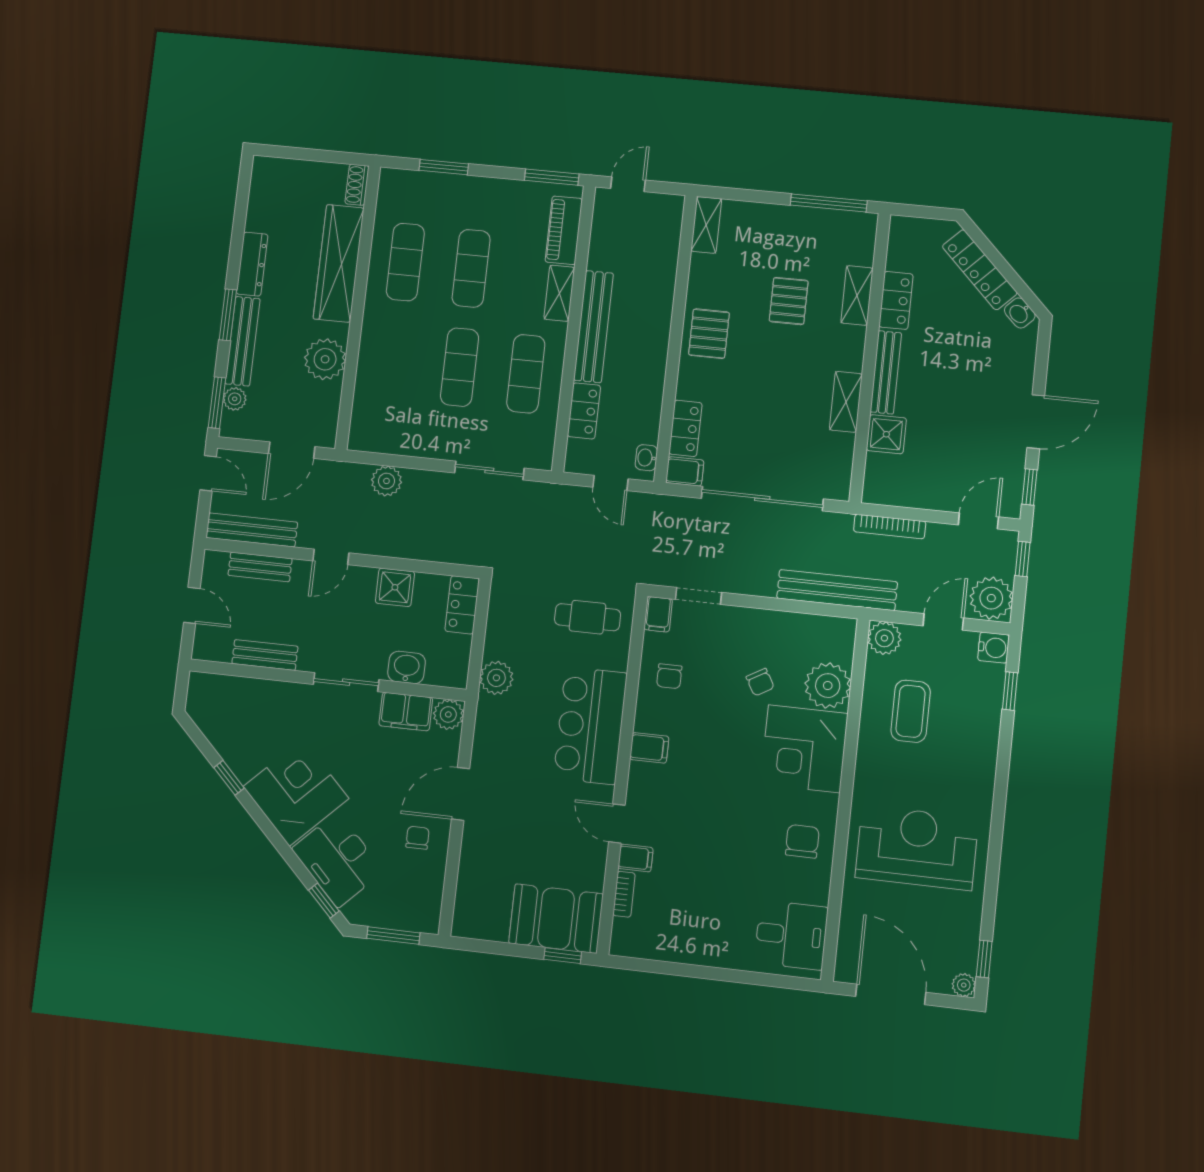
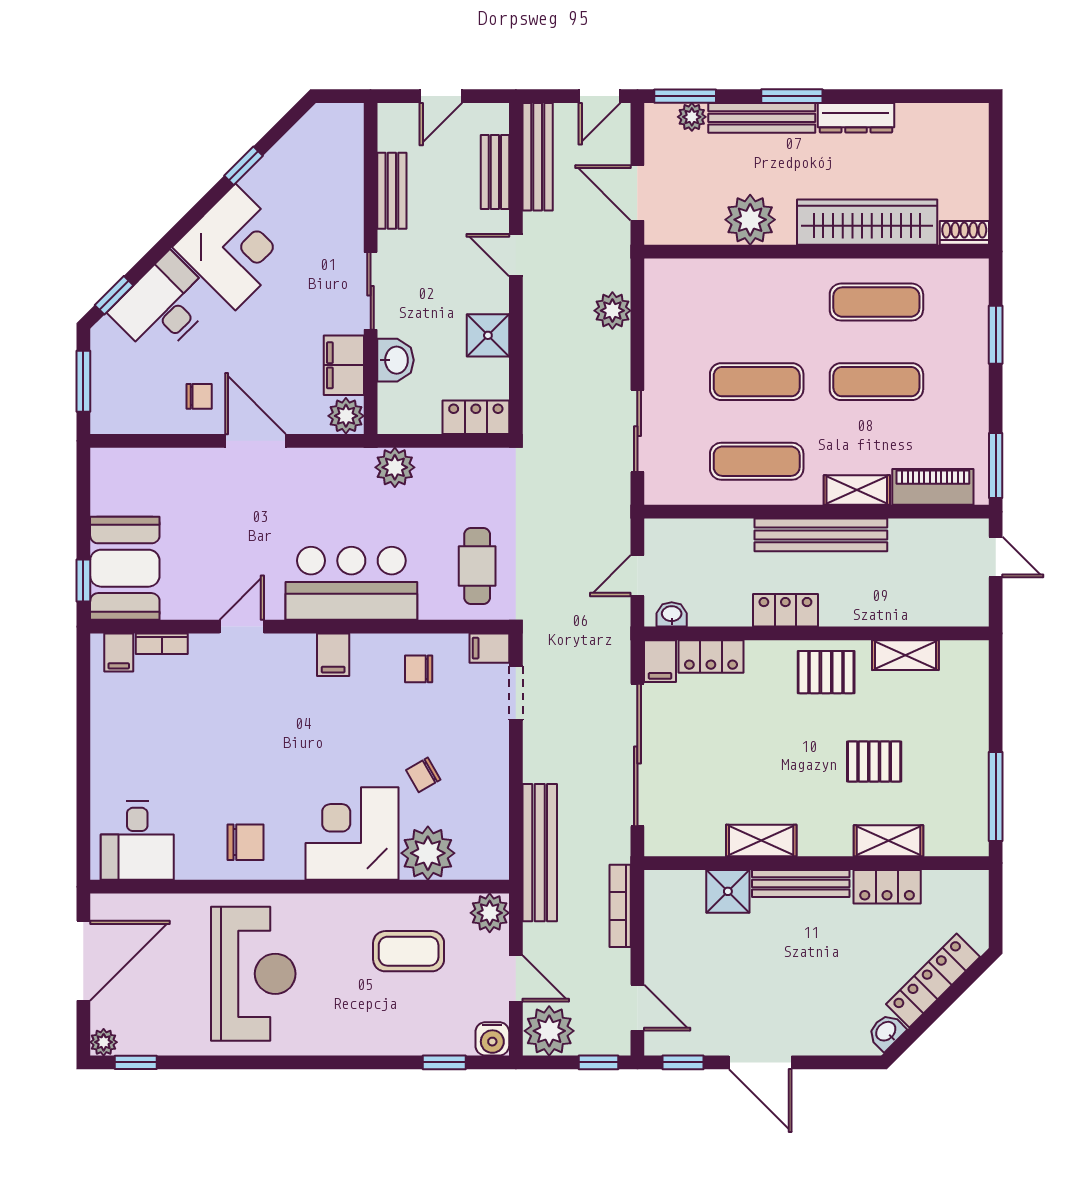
shelving: (706, 225) -> (905, 655), moved
locker: (584, 411) -> (785, 610), moved, turned 180
filing cabinet: (636, 858) -> (119, 653), moved

